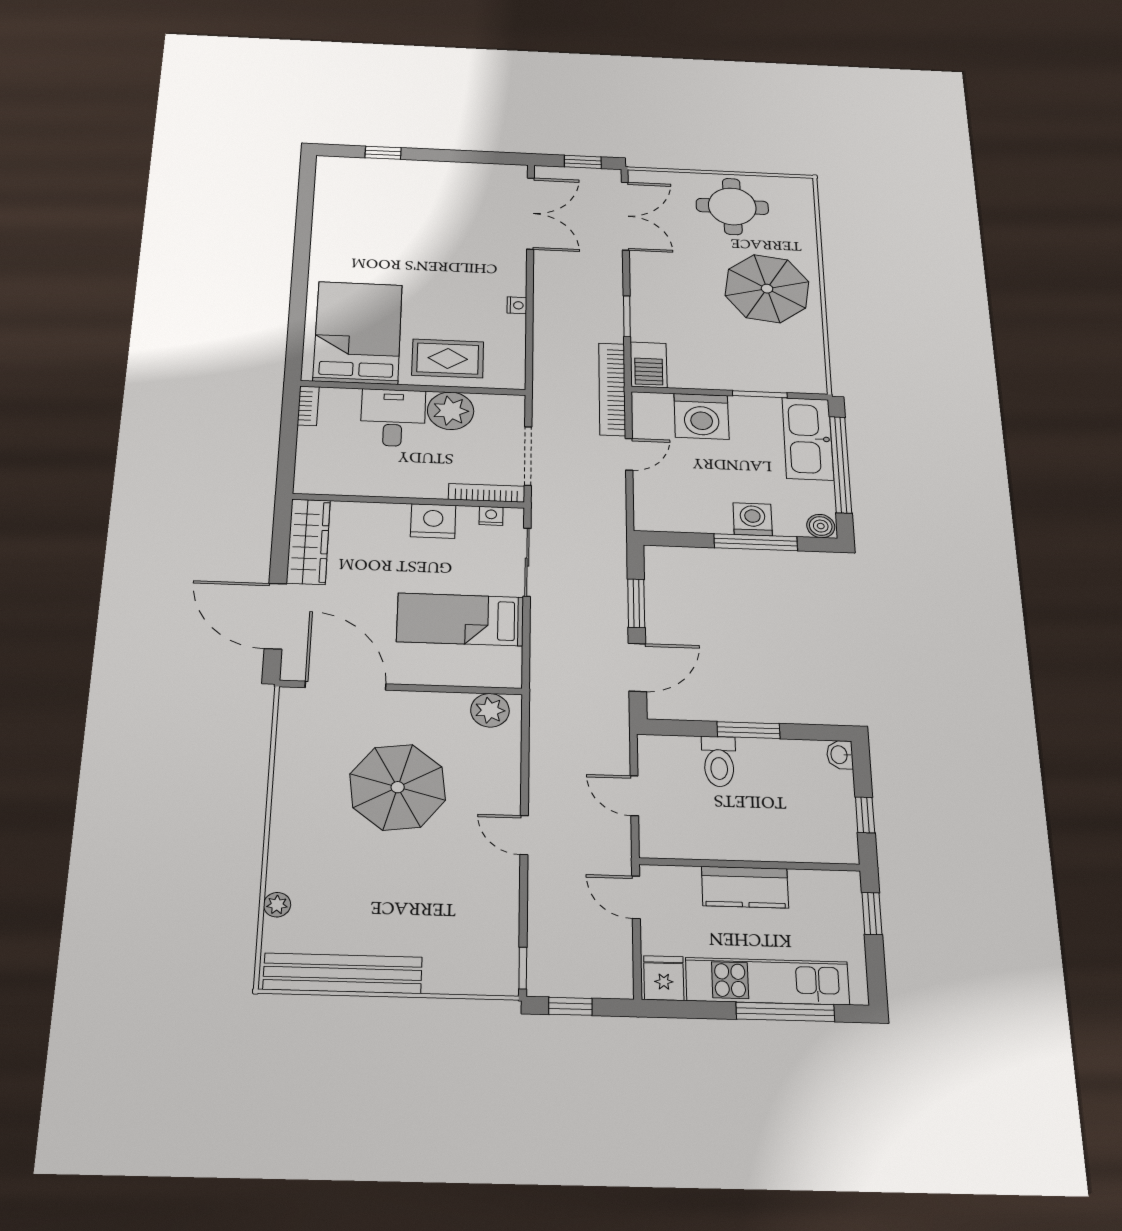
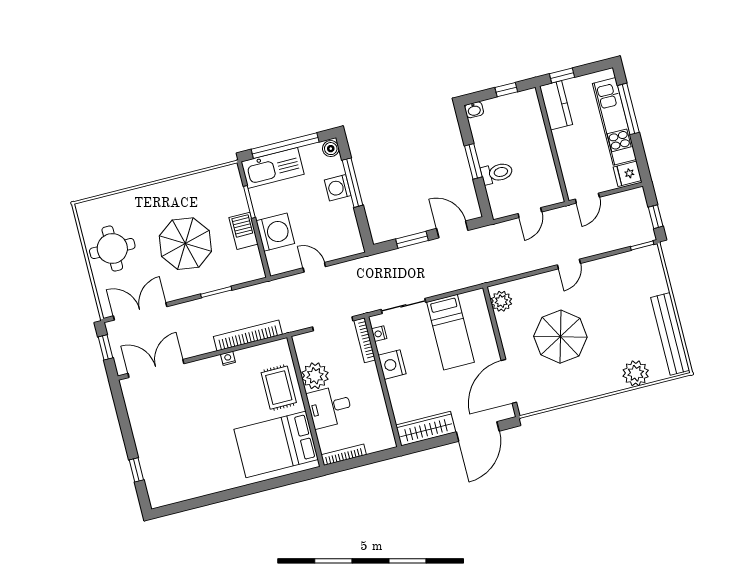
parasol: (767, 289) -> (185, 244), moved
barbecue: (649, 365) -> (244, 231), moved, turned -90
bookcase: (612, 389) -> (248, 335), moved, turned 180
bookcase: (308, 406) -> (344, 455), width x1.56
kitchen counter: (745, 887) -> (556, 105), moved
plant: (277, 905) -> (636, 373), width x1.88, depth x1.88

